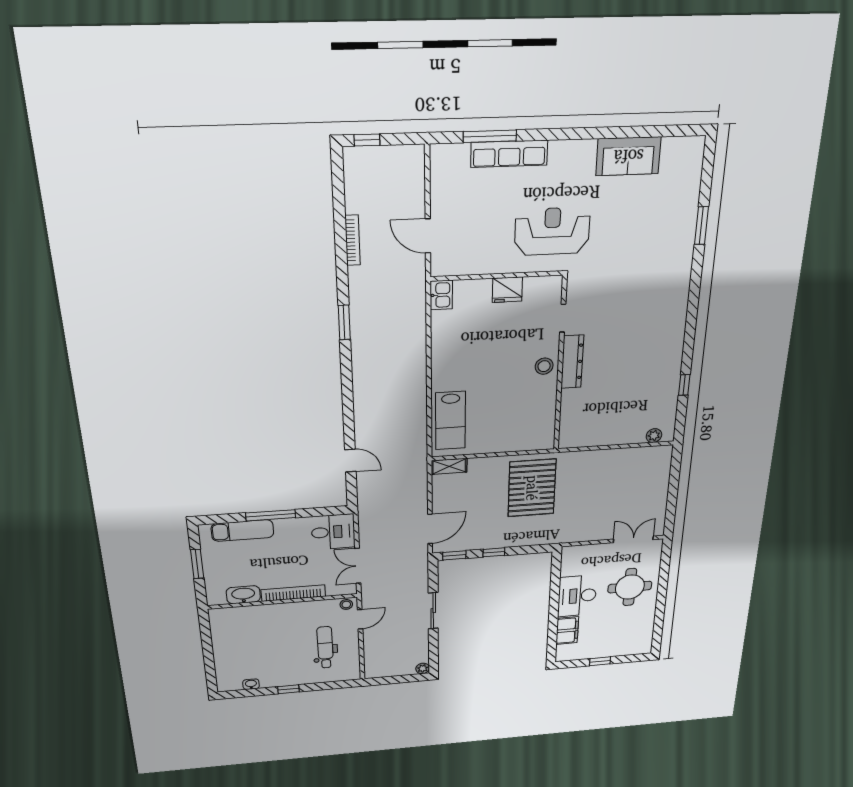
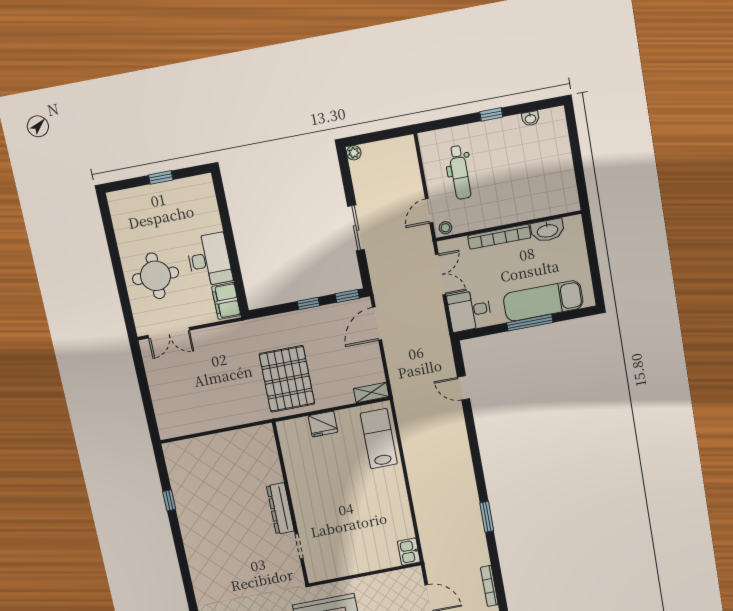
fridge: (507, 290) -> (323, 424), moved, turned 180
stool: (544, 366) -> (305, 501), removed
plant: (654, 436) -> (183, 447), removed
exam couch: (242, 531) -> (543, 301), width x1.36, depth x1.45
window: (197, 564) -> (593, 262), removed
filing cabinet: (567, 631) -> (226, 301), moved

